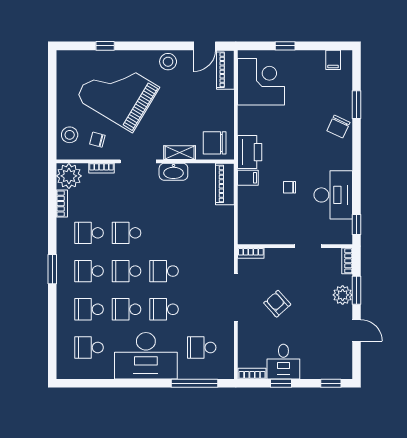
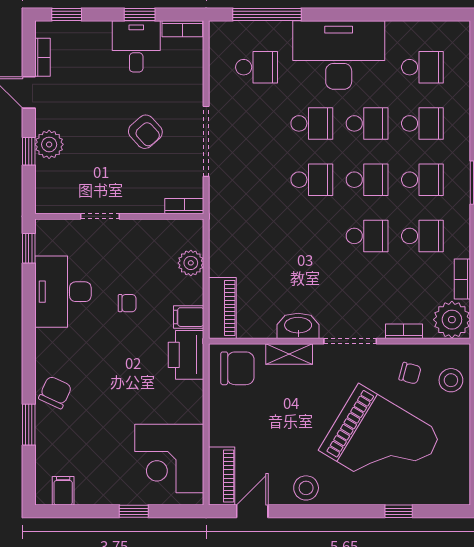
plant: (246, 215) -> (191, 263), added
bookcase: (347, 261) -> (43, 57), moved
window: (356, 290) -> (29, 151), width x0.67

